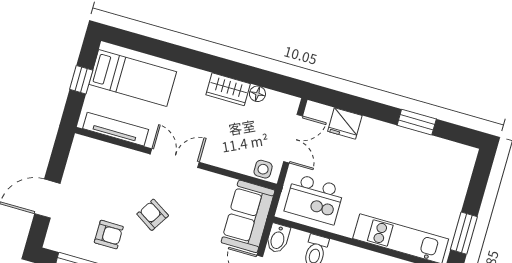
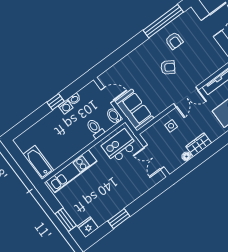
fridge: (345, 123) -> (88, 227), moved
side table: (263, 169) -> (171, 126), moved
window: (464, 233) -> (66, 220), moved
armchair: (109, 235) -> (174, 41), turned -90

